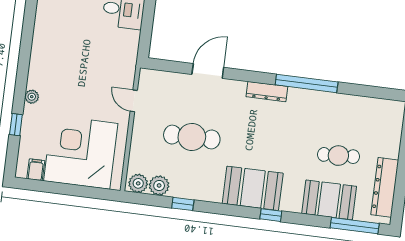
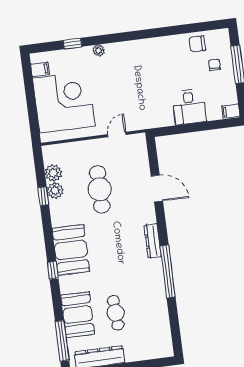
plant: (138, 183) -> (55, 191), moved

